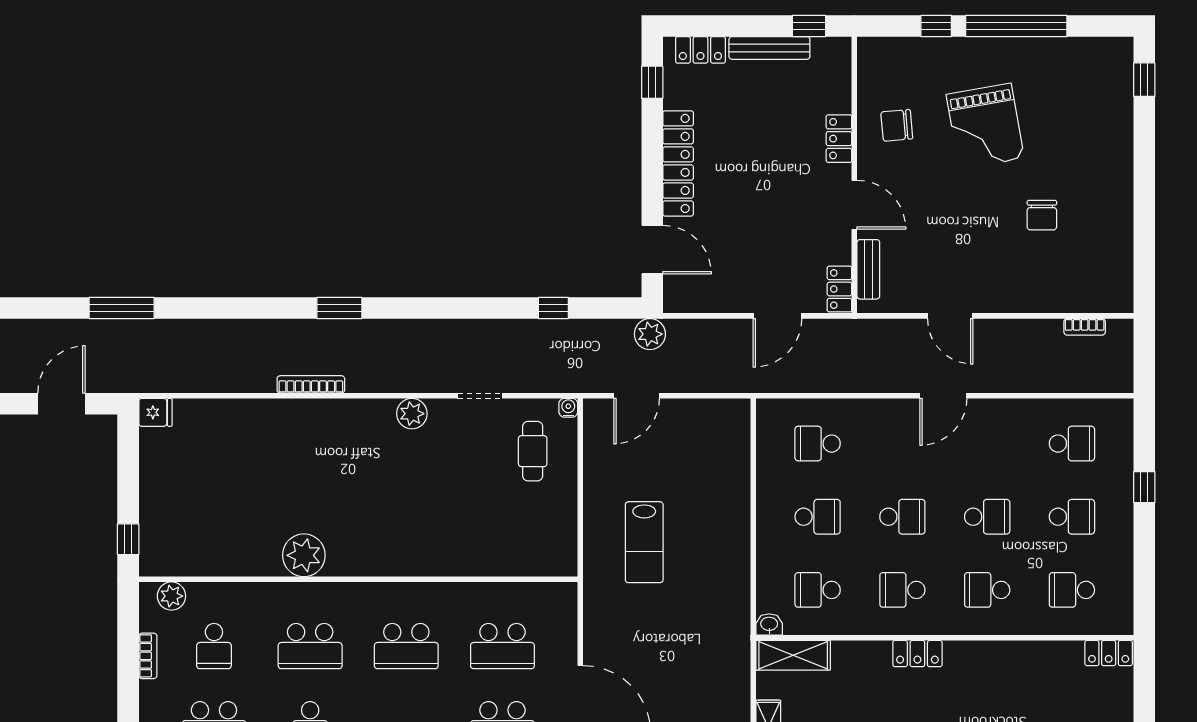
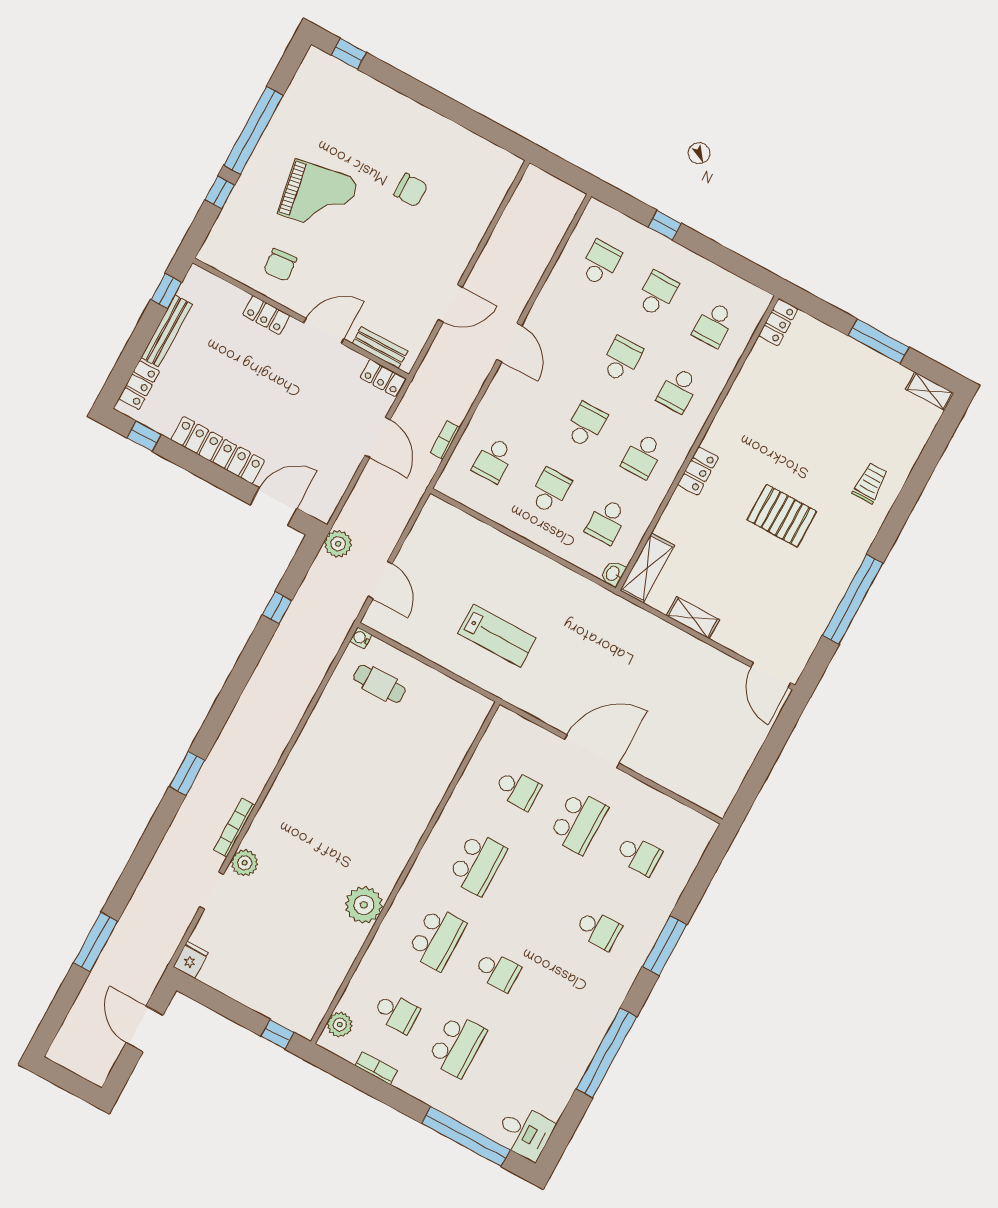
bookcase: (1085, 327) -> (445, 440), moved, turned 180
doorway: (480, 396) -> (212, 891), moved
plant: (412, 414) -> (245, 863), moved
school desk: (502, 646) -> (518, 789), width x0.54

